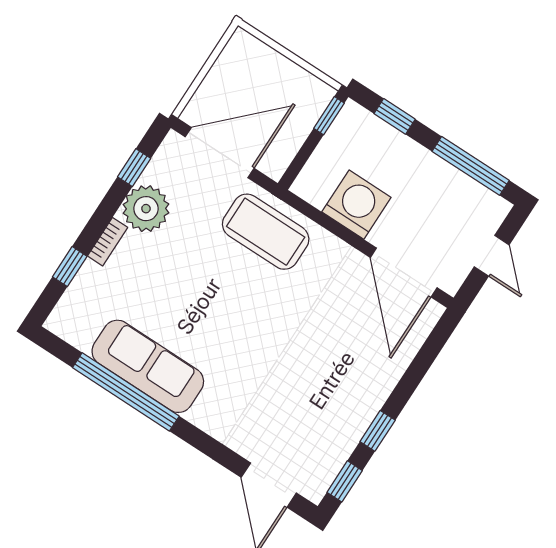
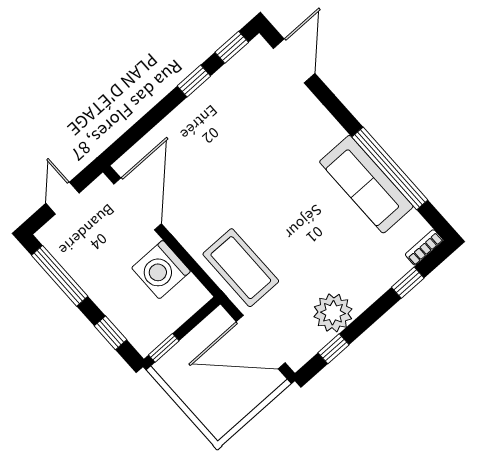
bookcase: (108, 242) -> (424, 247), moved

